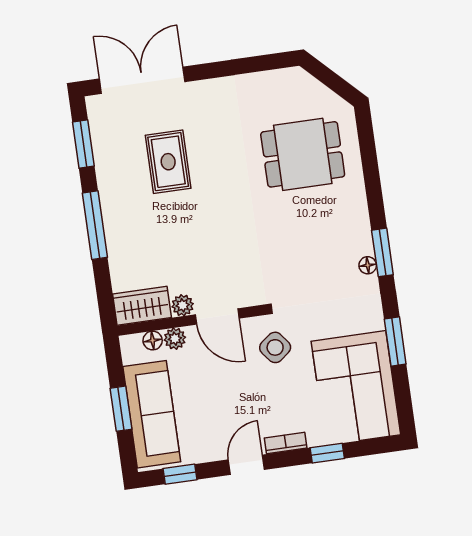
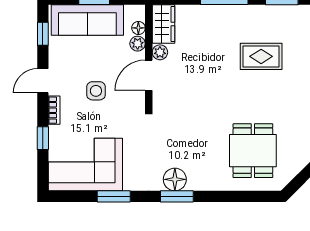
floor lamp: (368, 265) -> (175, 179), width x1.89, depth x1.89
side table: (275, 347) -> (96, 91), moved, turned 38
door: (246, 465) -> (43, 81), swing flipped

